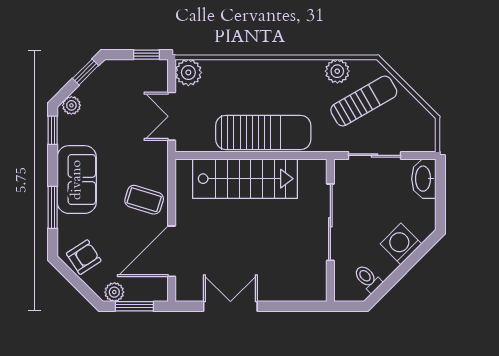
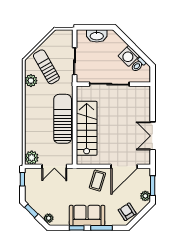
window: (53, 130) -> (77, 228), moved
washbasin: (424, 179) -> (97, 36), moved
washing machine: (401, 244) -> (129, 56), moved
door: (172, 251) -> (124, 166), hinge flipped

